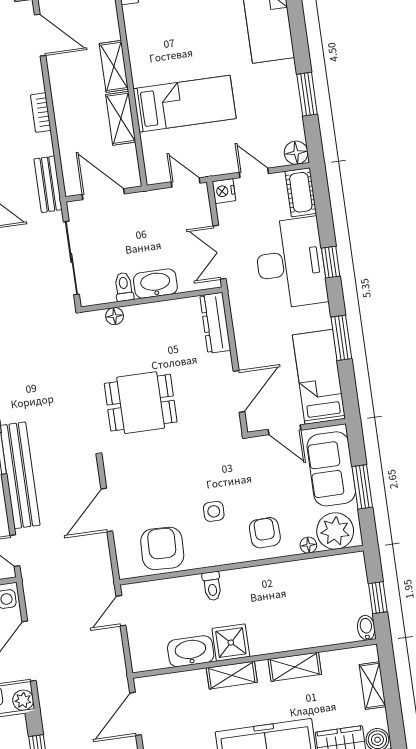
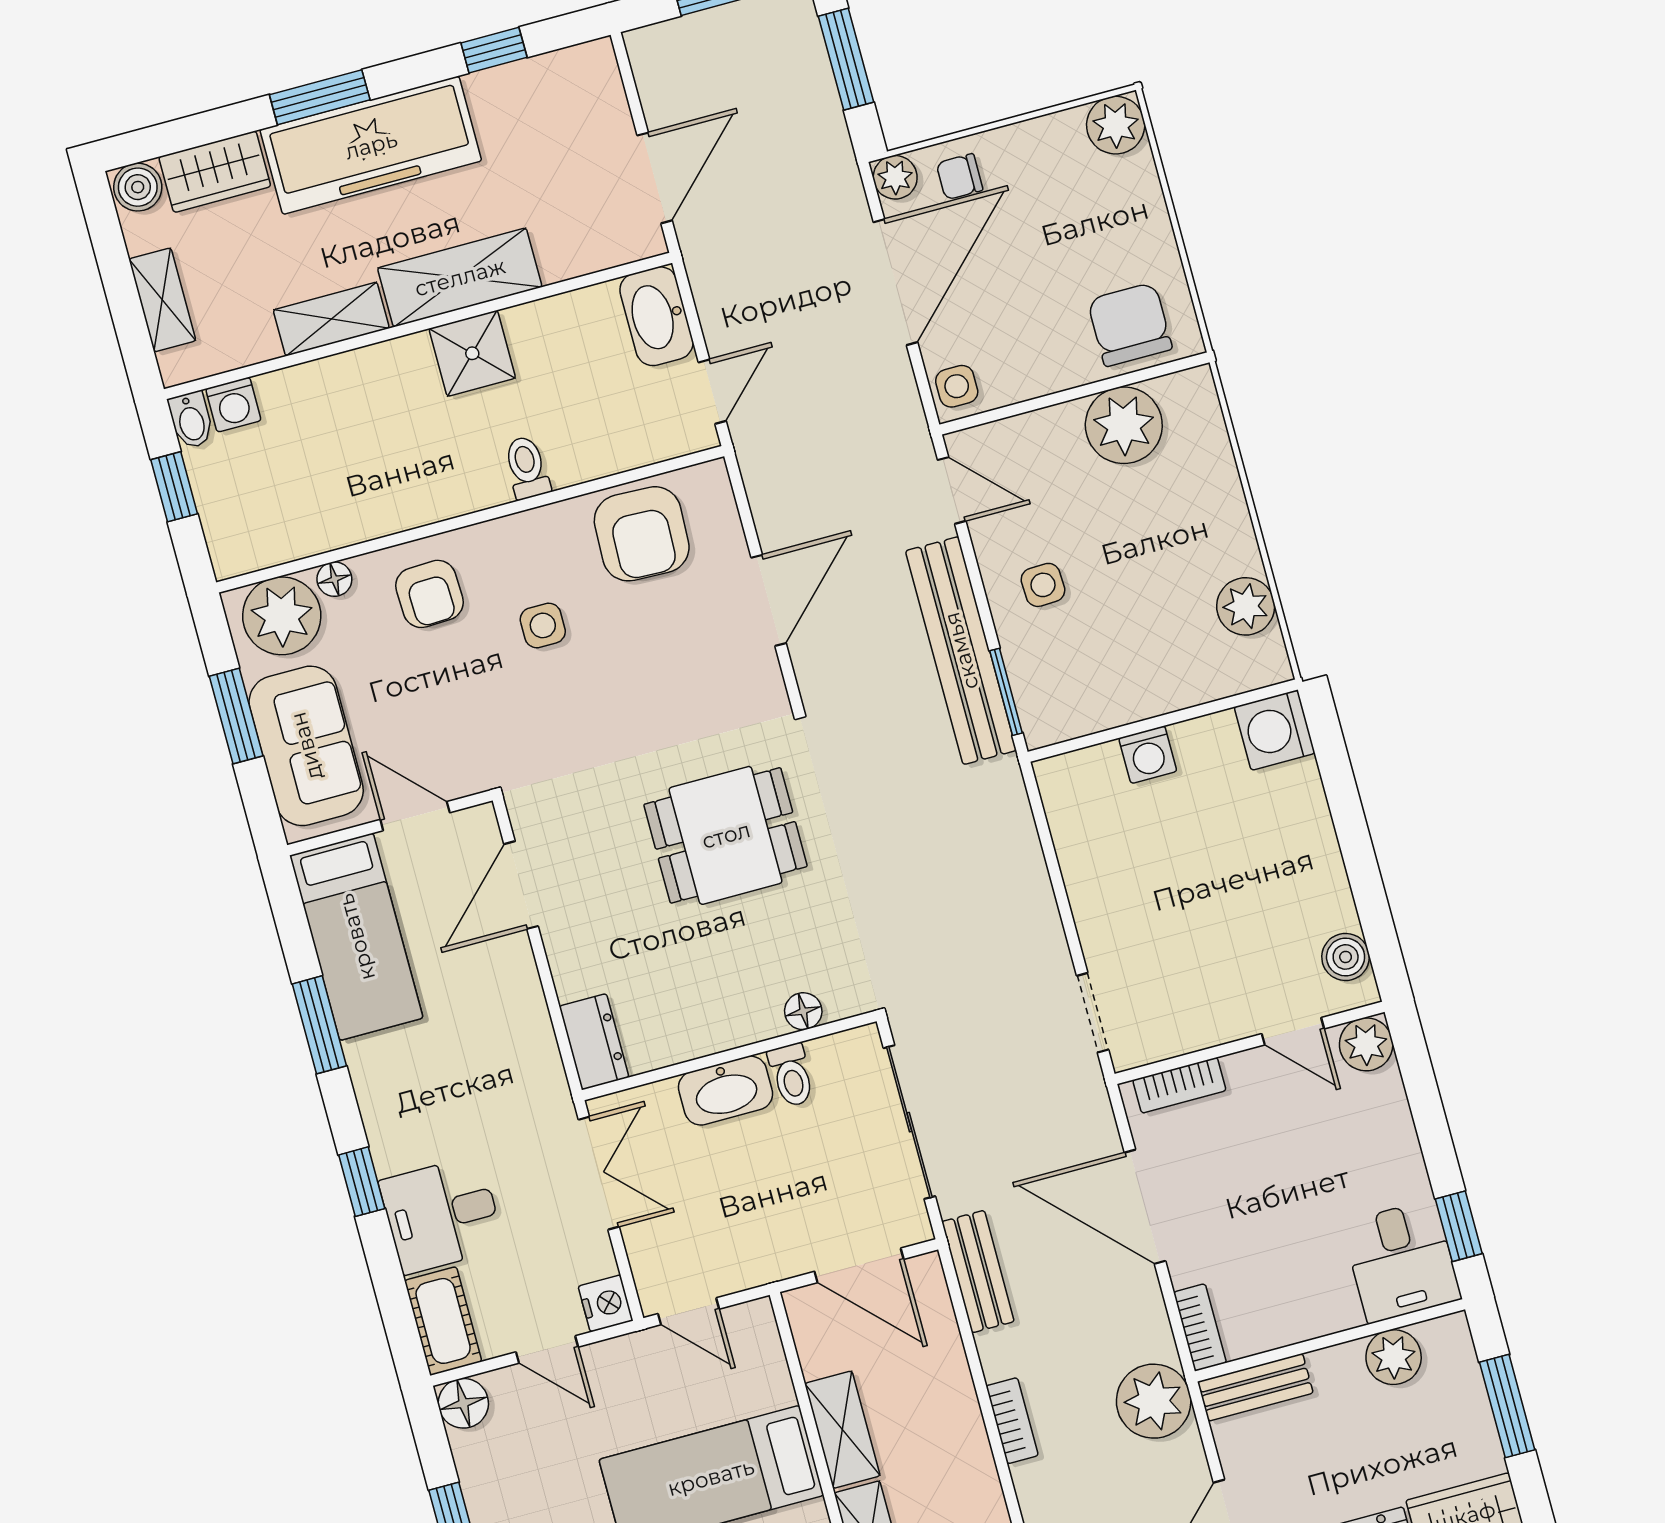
desk: (291, 263) -> (442, 1215), width x0.53, depth x0.77
dresser: (215, 323) -> (594, 1042), width x0.70
washing machine: (345, 633) -> (233, 405), added
washbasin: (191, 651) -> (657, 316), moved, turned 90
shelving: (232, 675) -> (460, 277), width x1.50, depth x1.33

